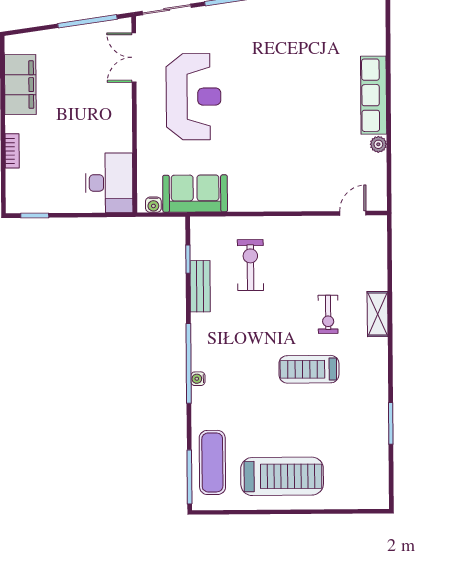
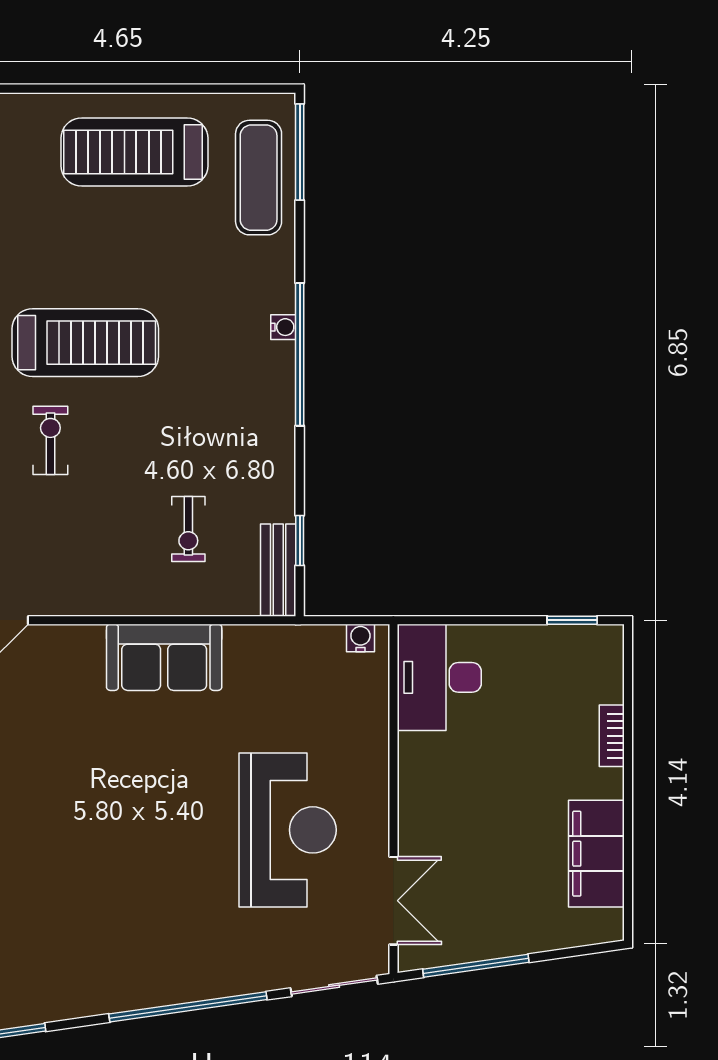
reception desk: (194, 97) -> (288, 830), turned 180
sofa: (195, 194) -> (164, 657), moved
exercise bike: (250, 265) -> (188, 529), width x0.73, depth x0.72
bench: (200, 286) -> (278, 570), moved
treadmill: (309, 369) -> (85, 343), width x1.37, depth x1.38

